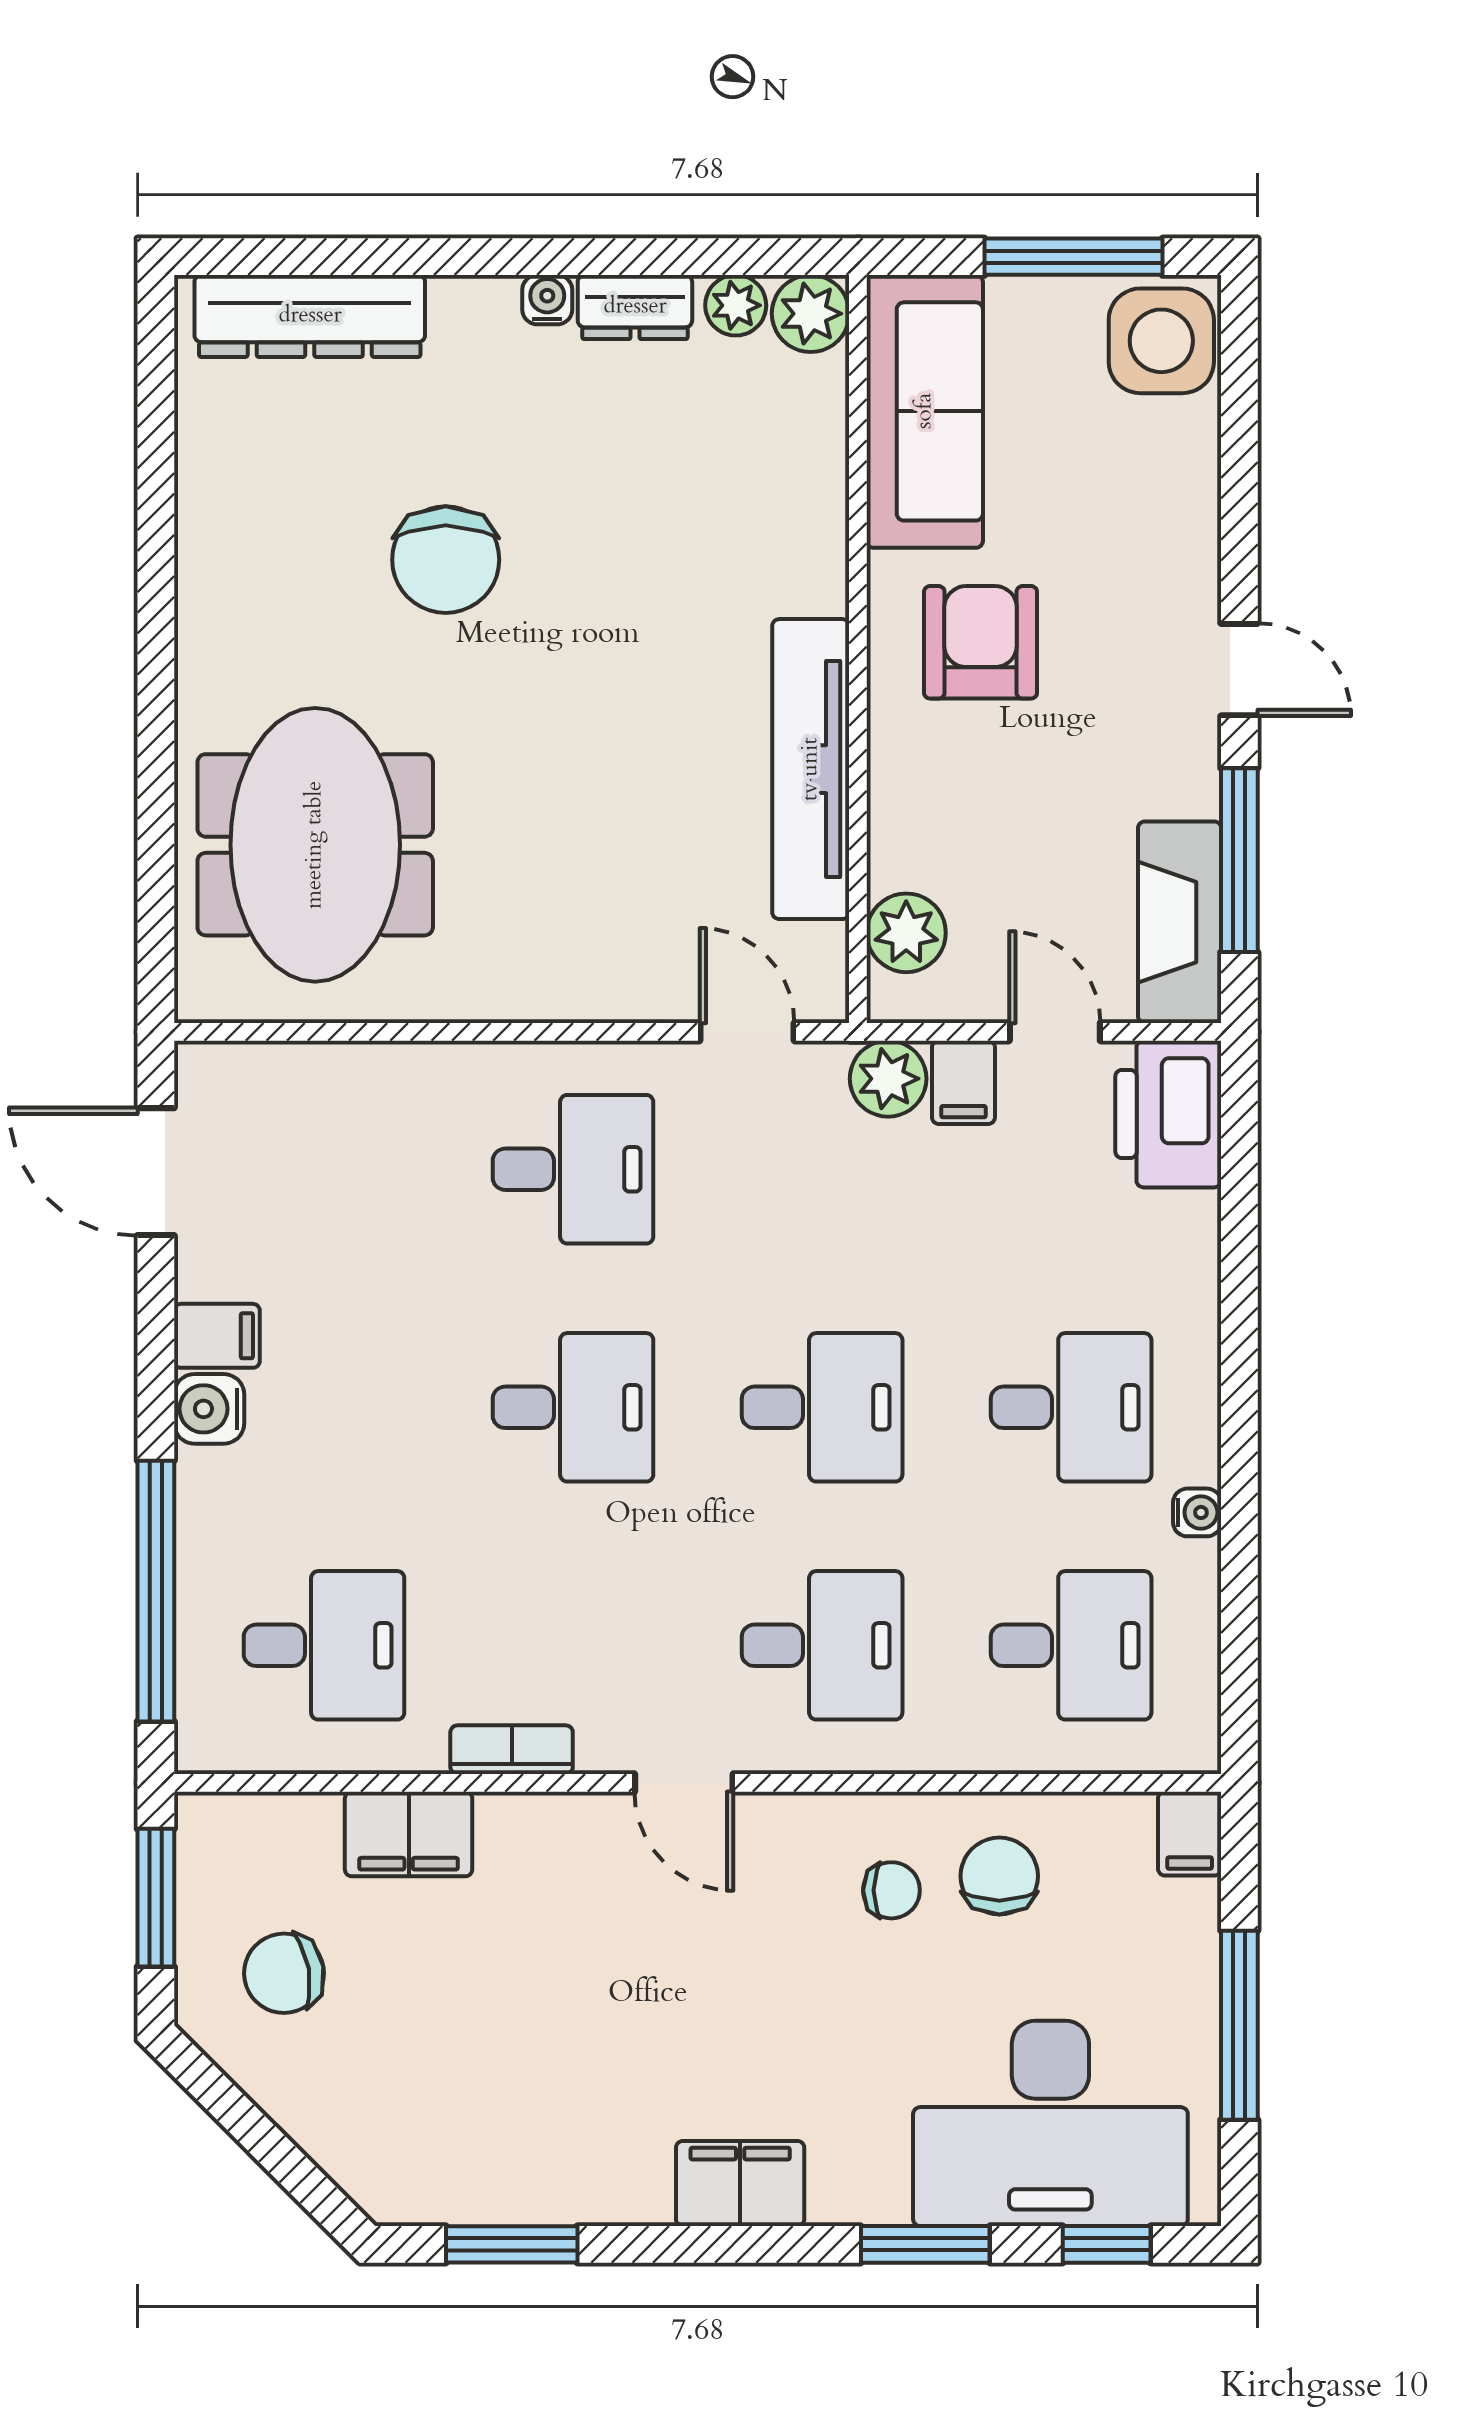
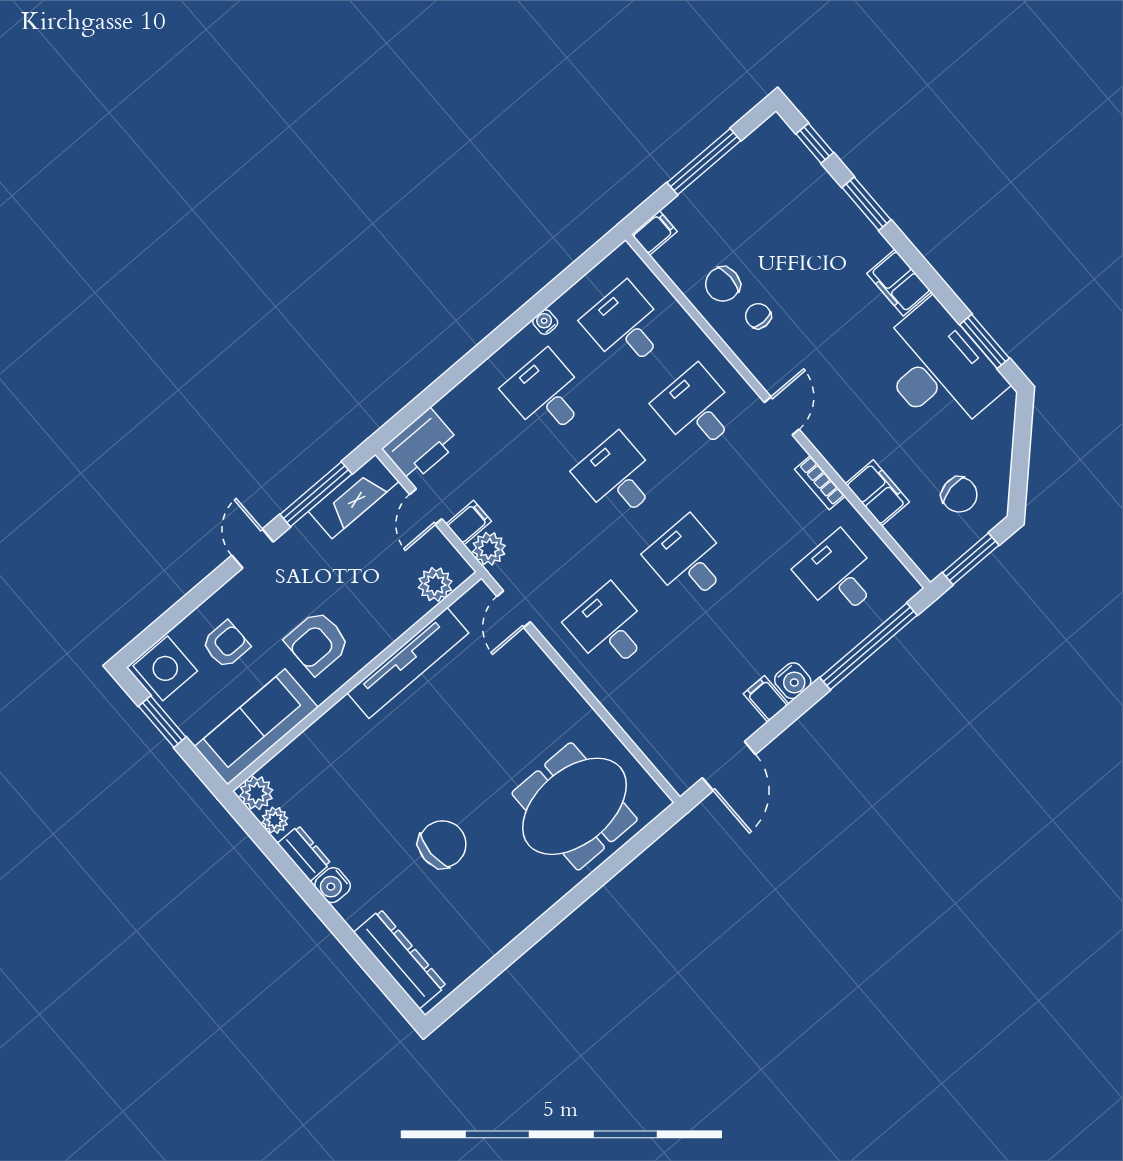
window: (1074, 257) -> (162, 722), width x0.69
water cooler: (547, 300) -> (333, 885), width x1.38, depth x1.38
armchair: (1113, 481) -> (226, 645), added
desk: (1050, 2123) -> (938, 369), moved

